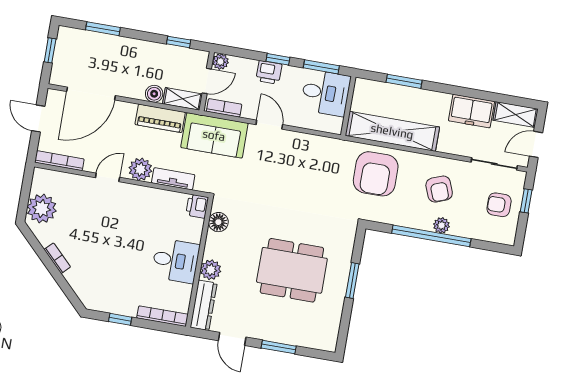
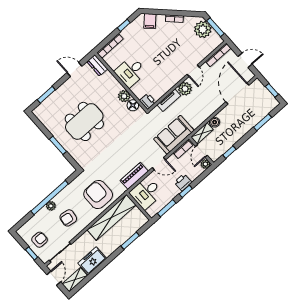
desk: (326, 93) -> (146, 193), moved
piano: (160, 118) -> (134, 176), moved
armchair: (439, 189) -> (68, 218), turned -60
window: (25, 194) -> (215, 27), added
plant: (211, 270) -> (124, 96), moved
filing cabinet: (87, 289) -> (150, 21), added
dresser: (204, 305) -> (97, 65), width x0.70
window: (279, 347) -> (46, 95), moved

